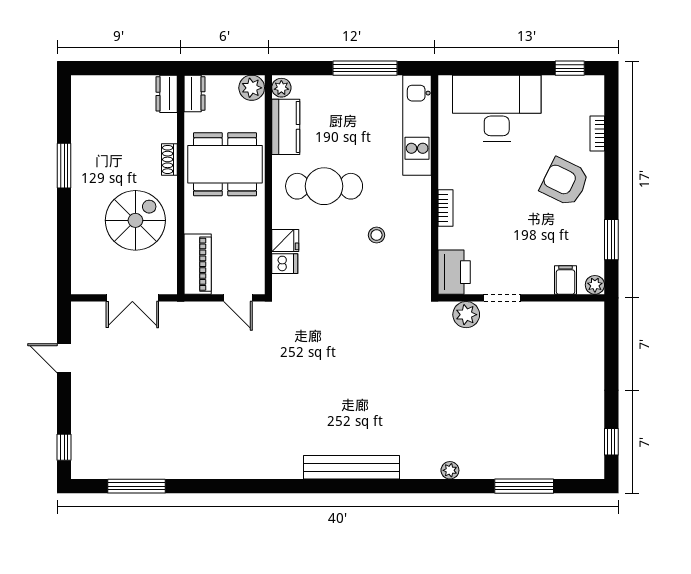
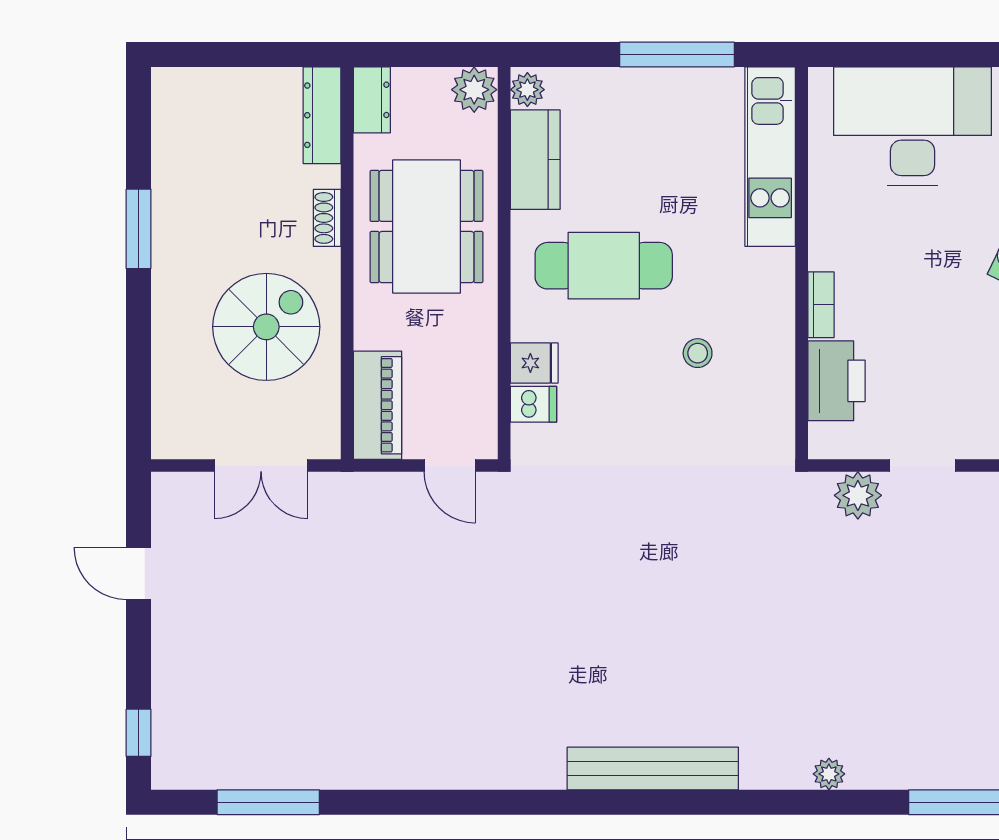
dresser: (167, 94) -> (322, 115), width x1.44
dining table: (225, 164) -> (427, 226), turned 90
printer: (454, 272) -> (836, 381), moved

